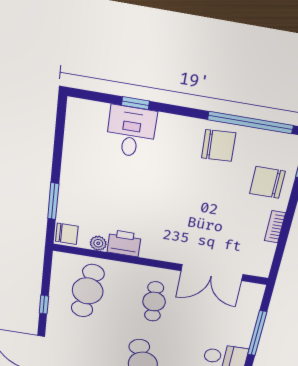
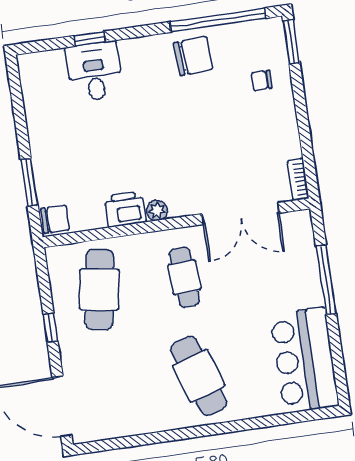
chair: (267, 182) -> (262, 80), width x0.54, depth x0.54
bookcase: (275, 227) -> (298, 180), moved
plant: (98, 243) -> (157, 210), moved

